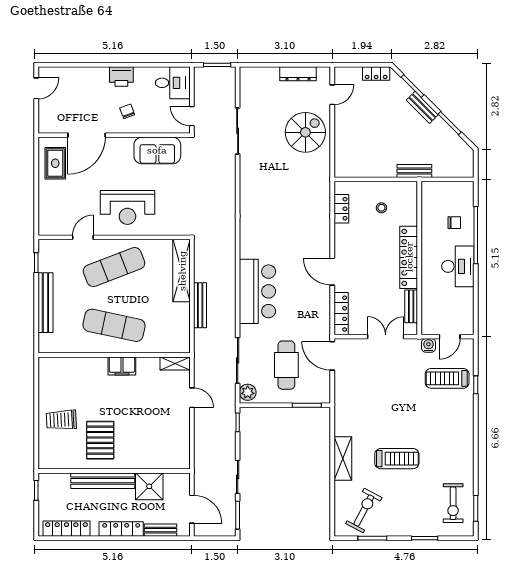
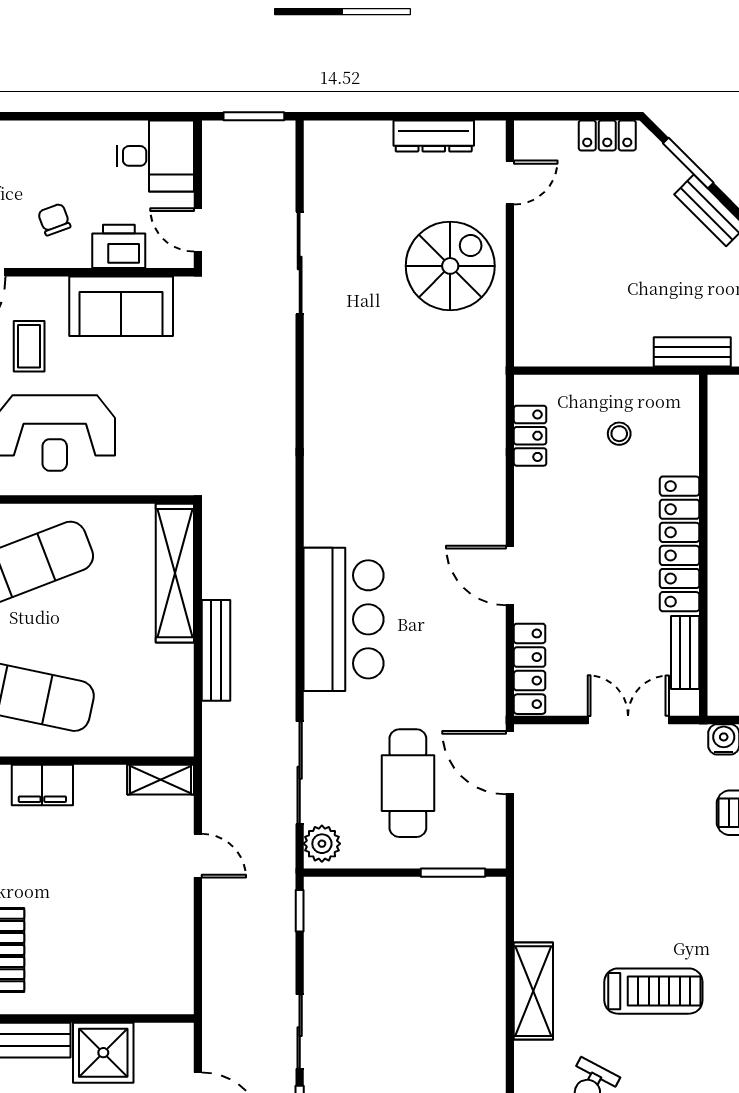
printer: (121, 77) -> (119, 246), moved, turned 180
coffee table: (116, 168) -> (29, 346), added

